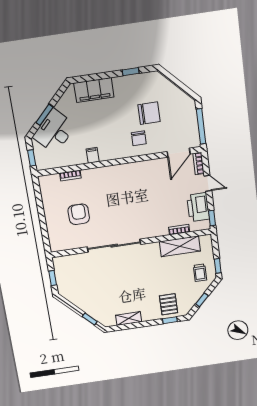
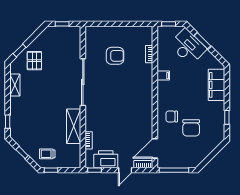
door: (179, 153) -> (155, 148), hinge flipped
shelving: (180, 246) -> (74, 126), moved
pallet: (169, 304) -> (34, 61), moved, turned 90

